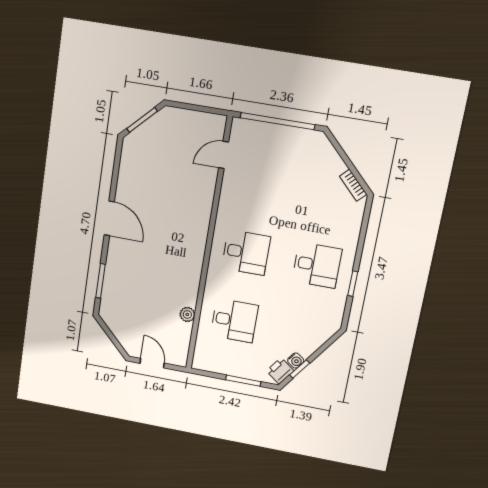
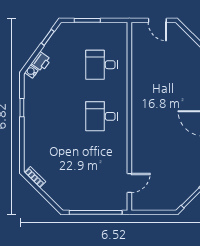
desk: (317, 265) -> (50, 116), removed
plant: (187, 314) -> (137, 63), removed
water cooler: (296, 361) -> (31, 71), moved
printer: (280, 371) -> (41, 61), moved

